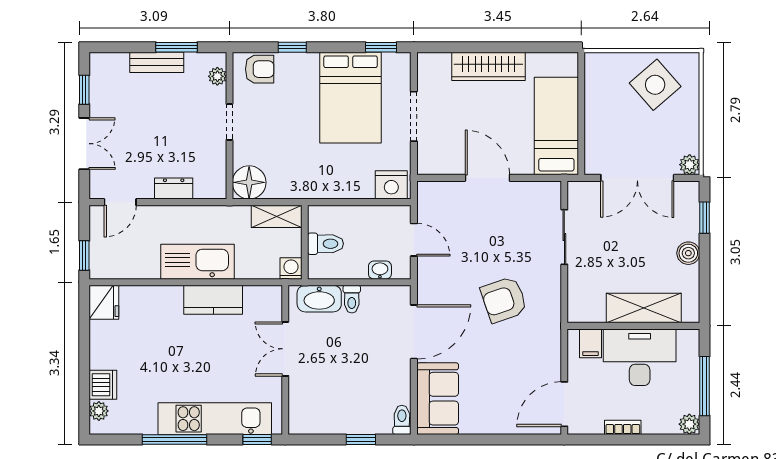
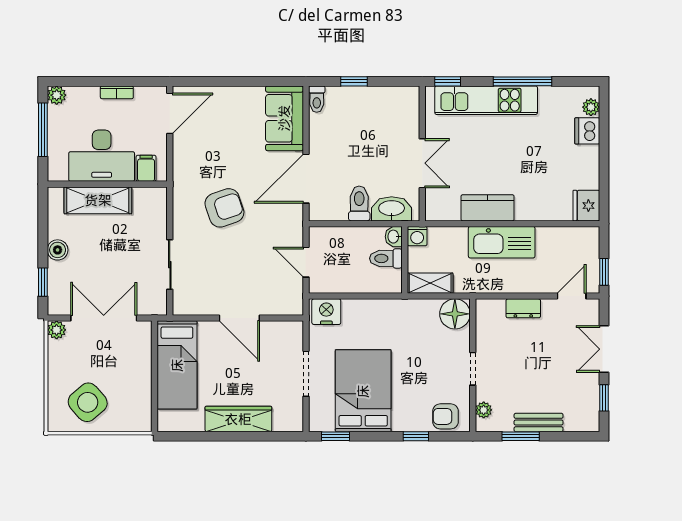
window: (84, 255) -> (604, 272), moved
washbasin: (380, 270) -> (394, 237), moved, turned 90
toilet: (352, 299) -> (359, 203), width x1.37, depth x1.39

